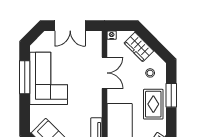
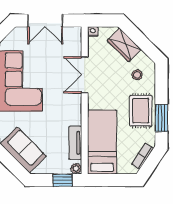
double door: (104, 73) -> (85, 75), swing flipped
window: (171, 95) -> (161, 118), moved

